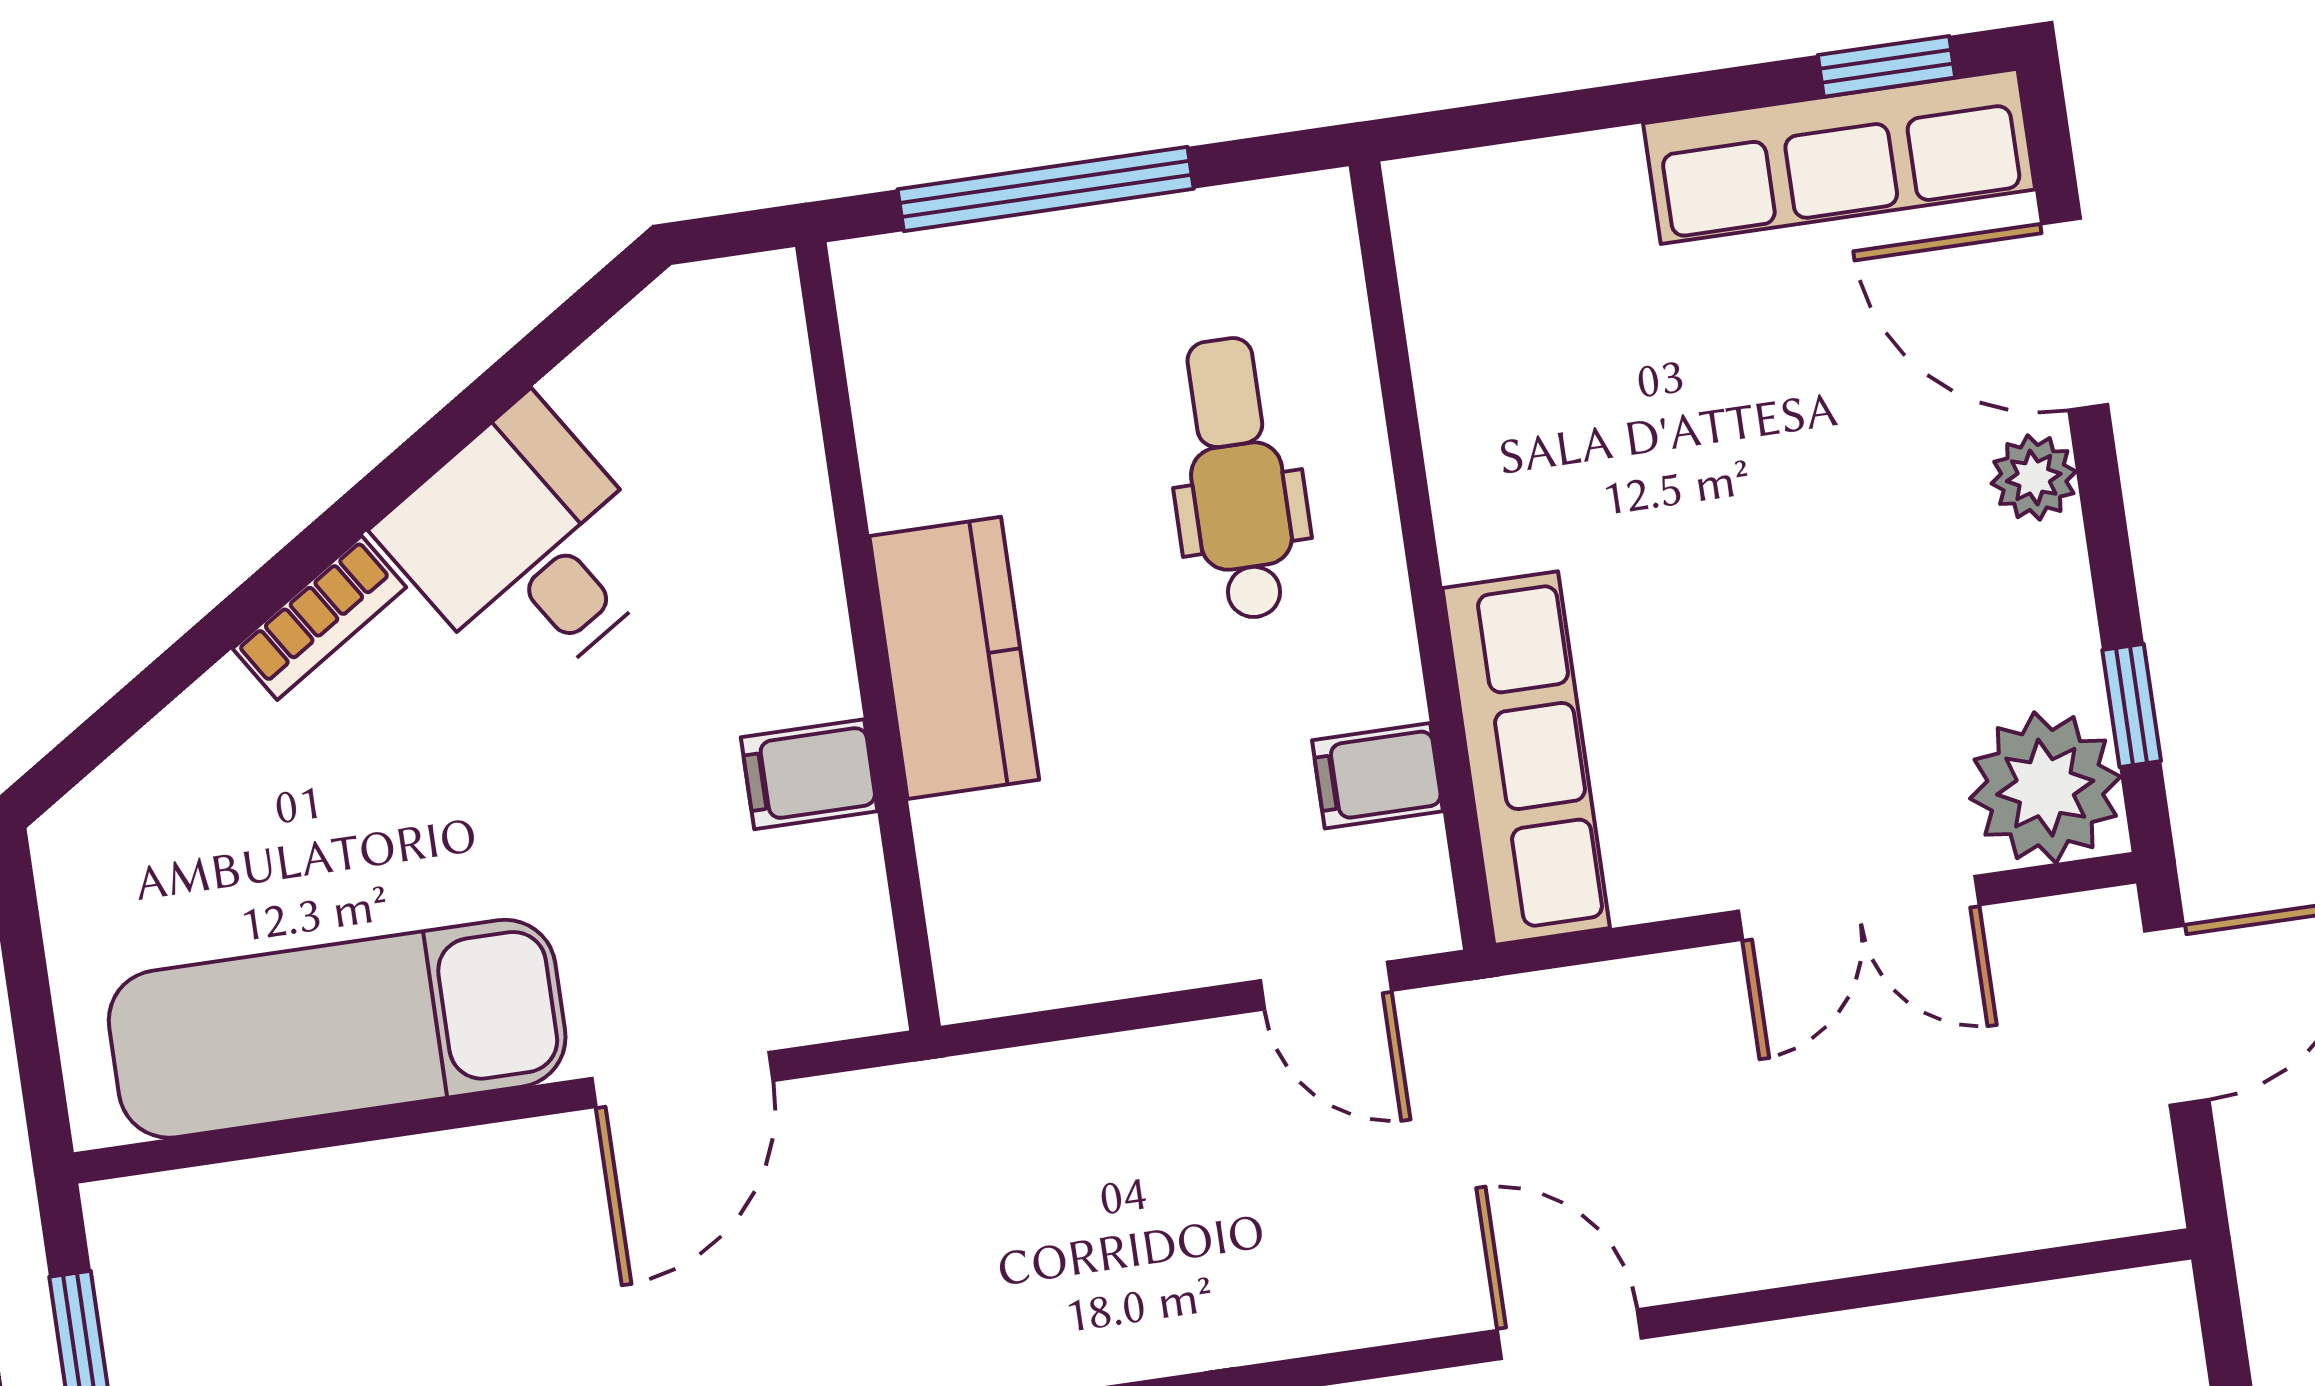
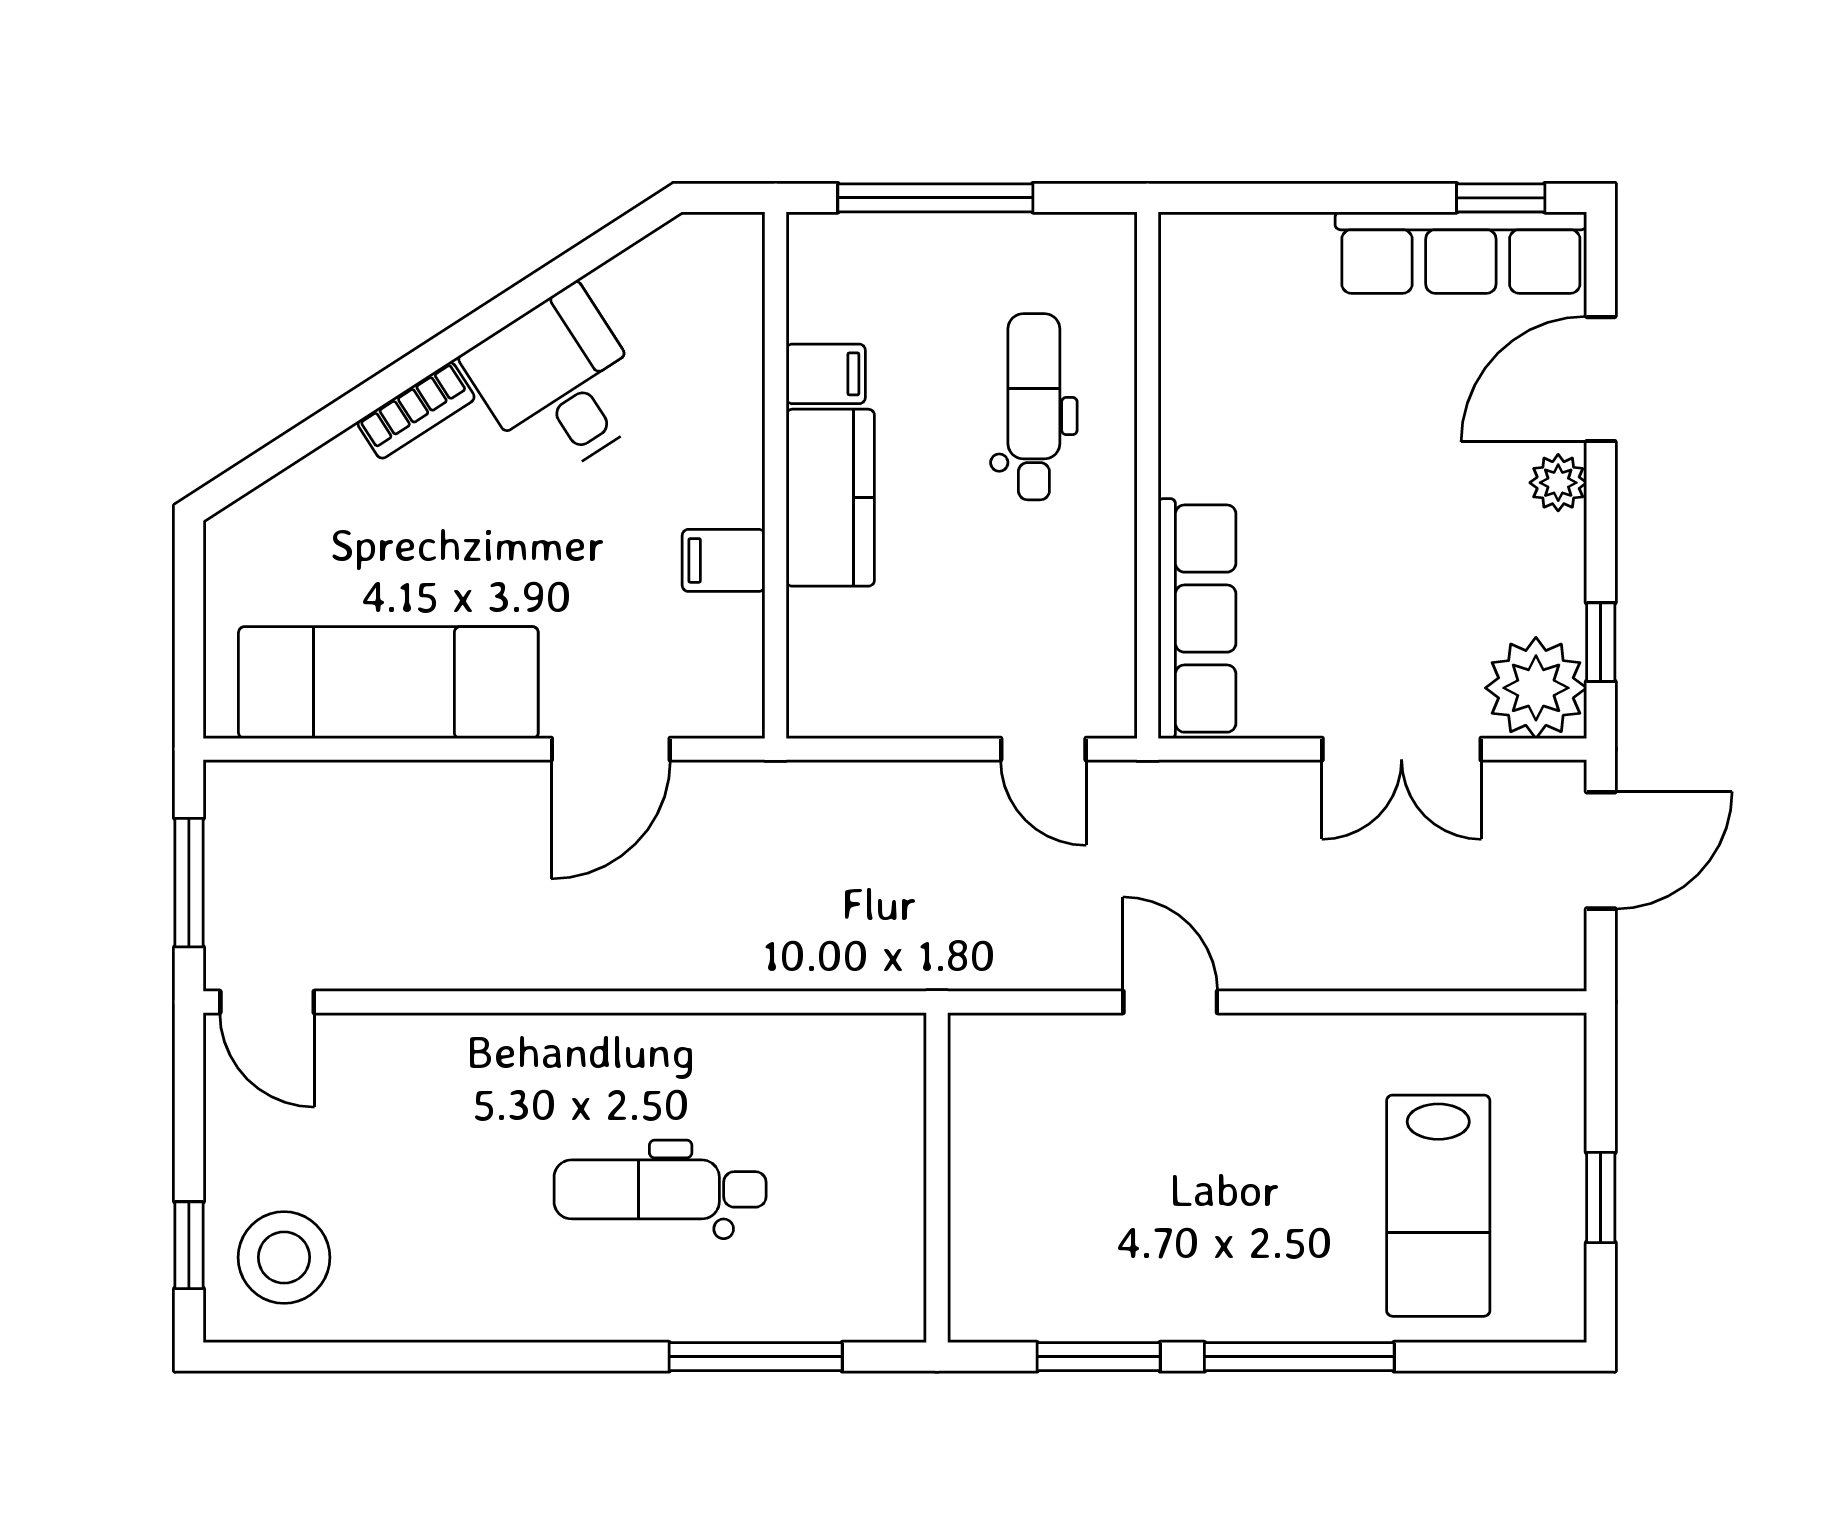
door: (2075, 314) -> (1601, 379), hinge flipped
filing cabinet: (1378, 776) -> (826, 374), moved, turned 180

